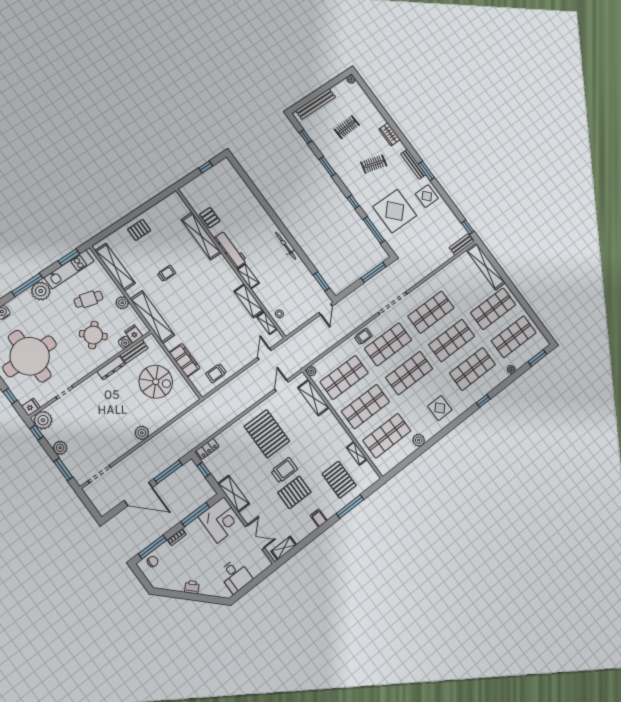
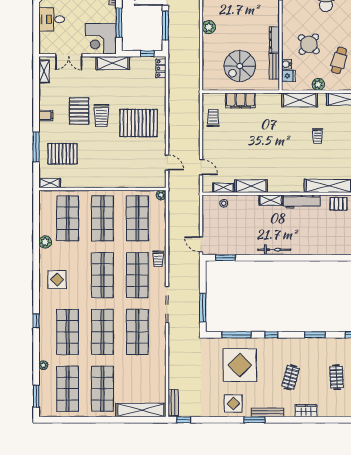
shelving: (152, 317) -> (300, 100), width x0.68
shelving: (313, 398) -> (140, 181), removed
shelving: (357, 453) -> (50, 183), moved

